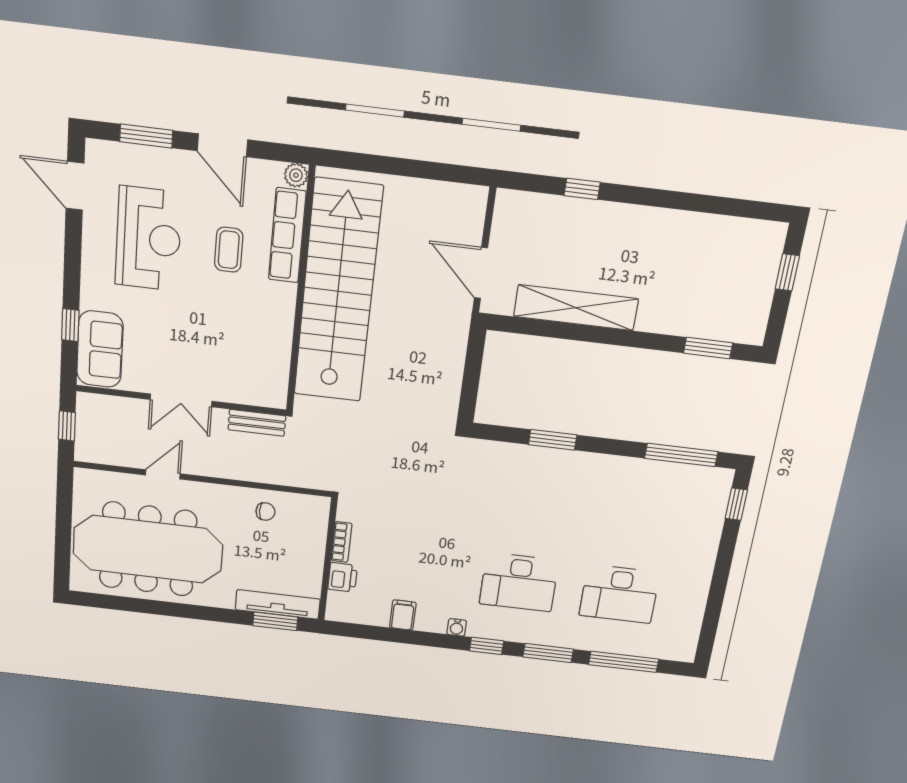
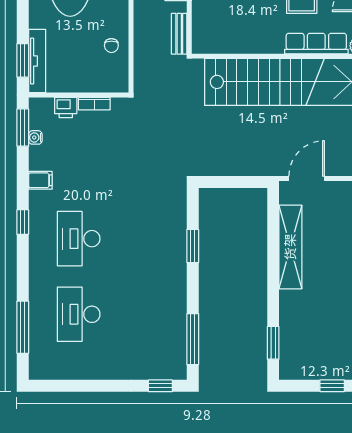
filing cabinet: (403, 615) -> (40, 180), moved
water cooler: (457, 627) -> (35, 137), moved
window: (548, 653) -> (23, 128), moved

